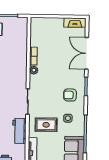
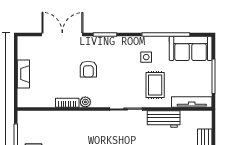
fireplace: (75, 23) -> (23, 74), moved
double door: (87, 53) -> (62, 35), swing flipped
armchair: (70, 95) -> (88, 69), moved

